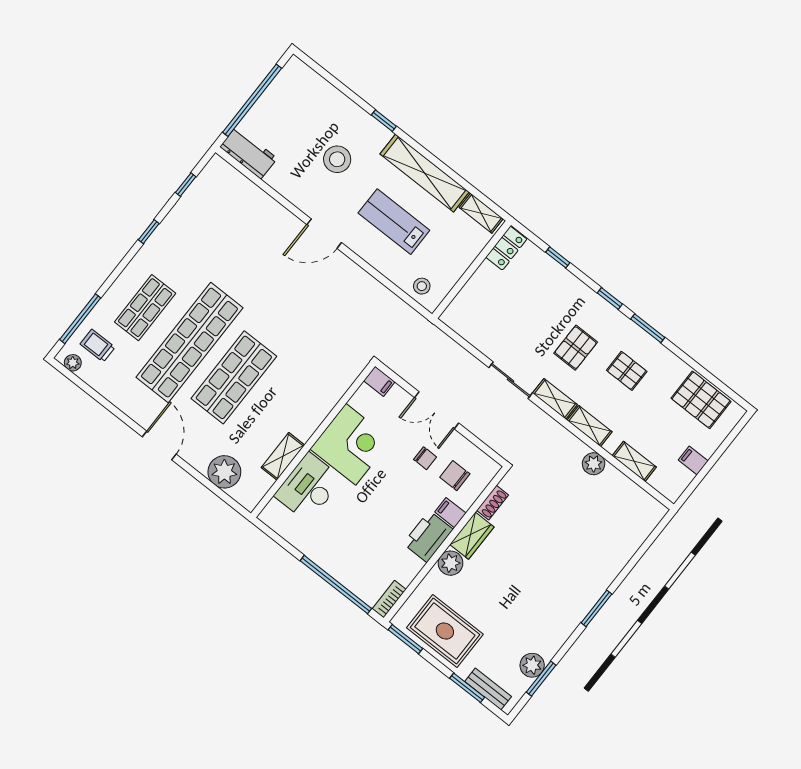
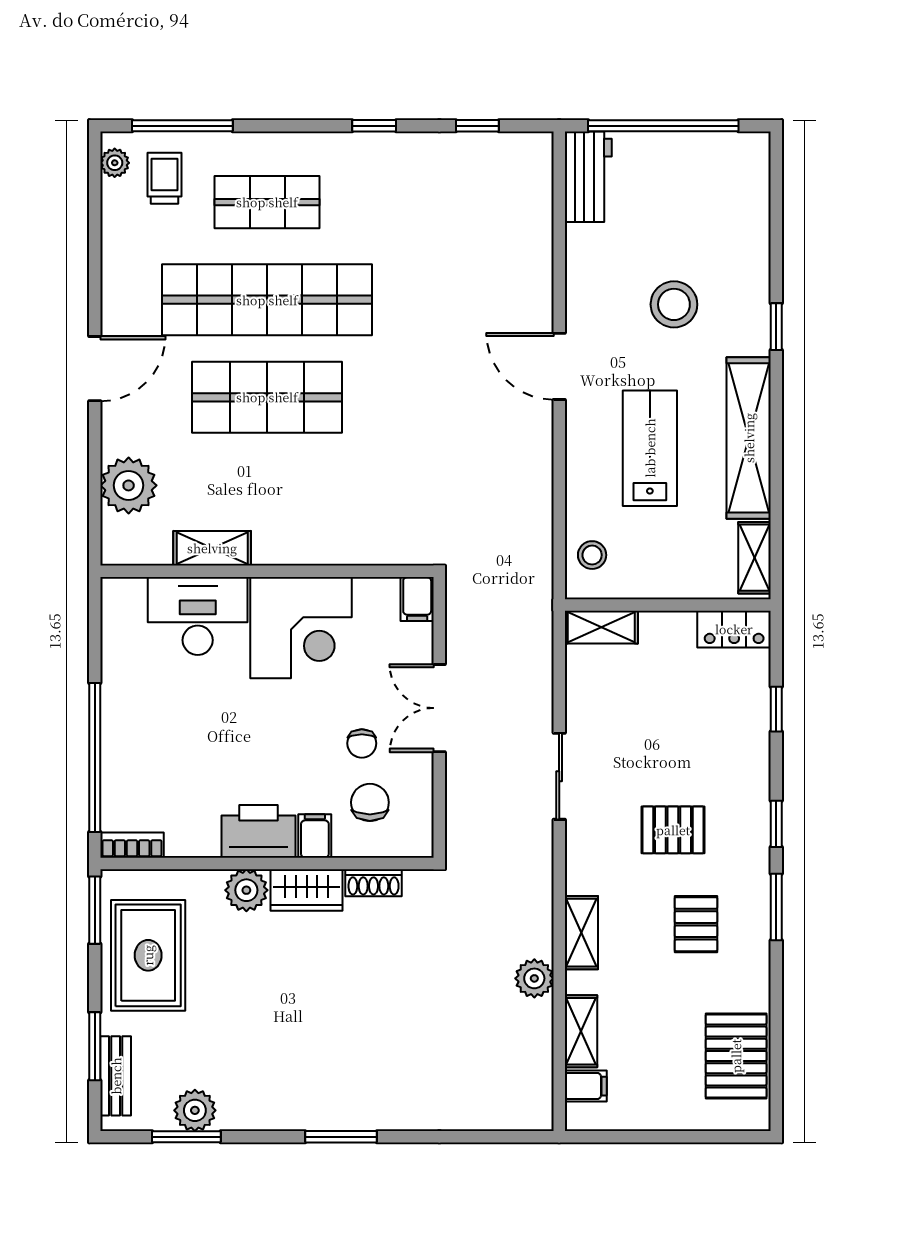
shelving: (555, 399) -> (601, 627), moved, turned 90
filing cabinet: (693, 460) -> (586, 1086), moved, turned 90

